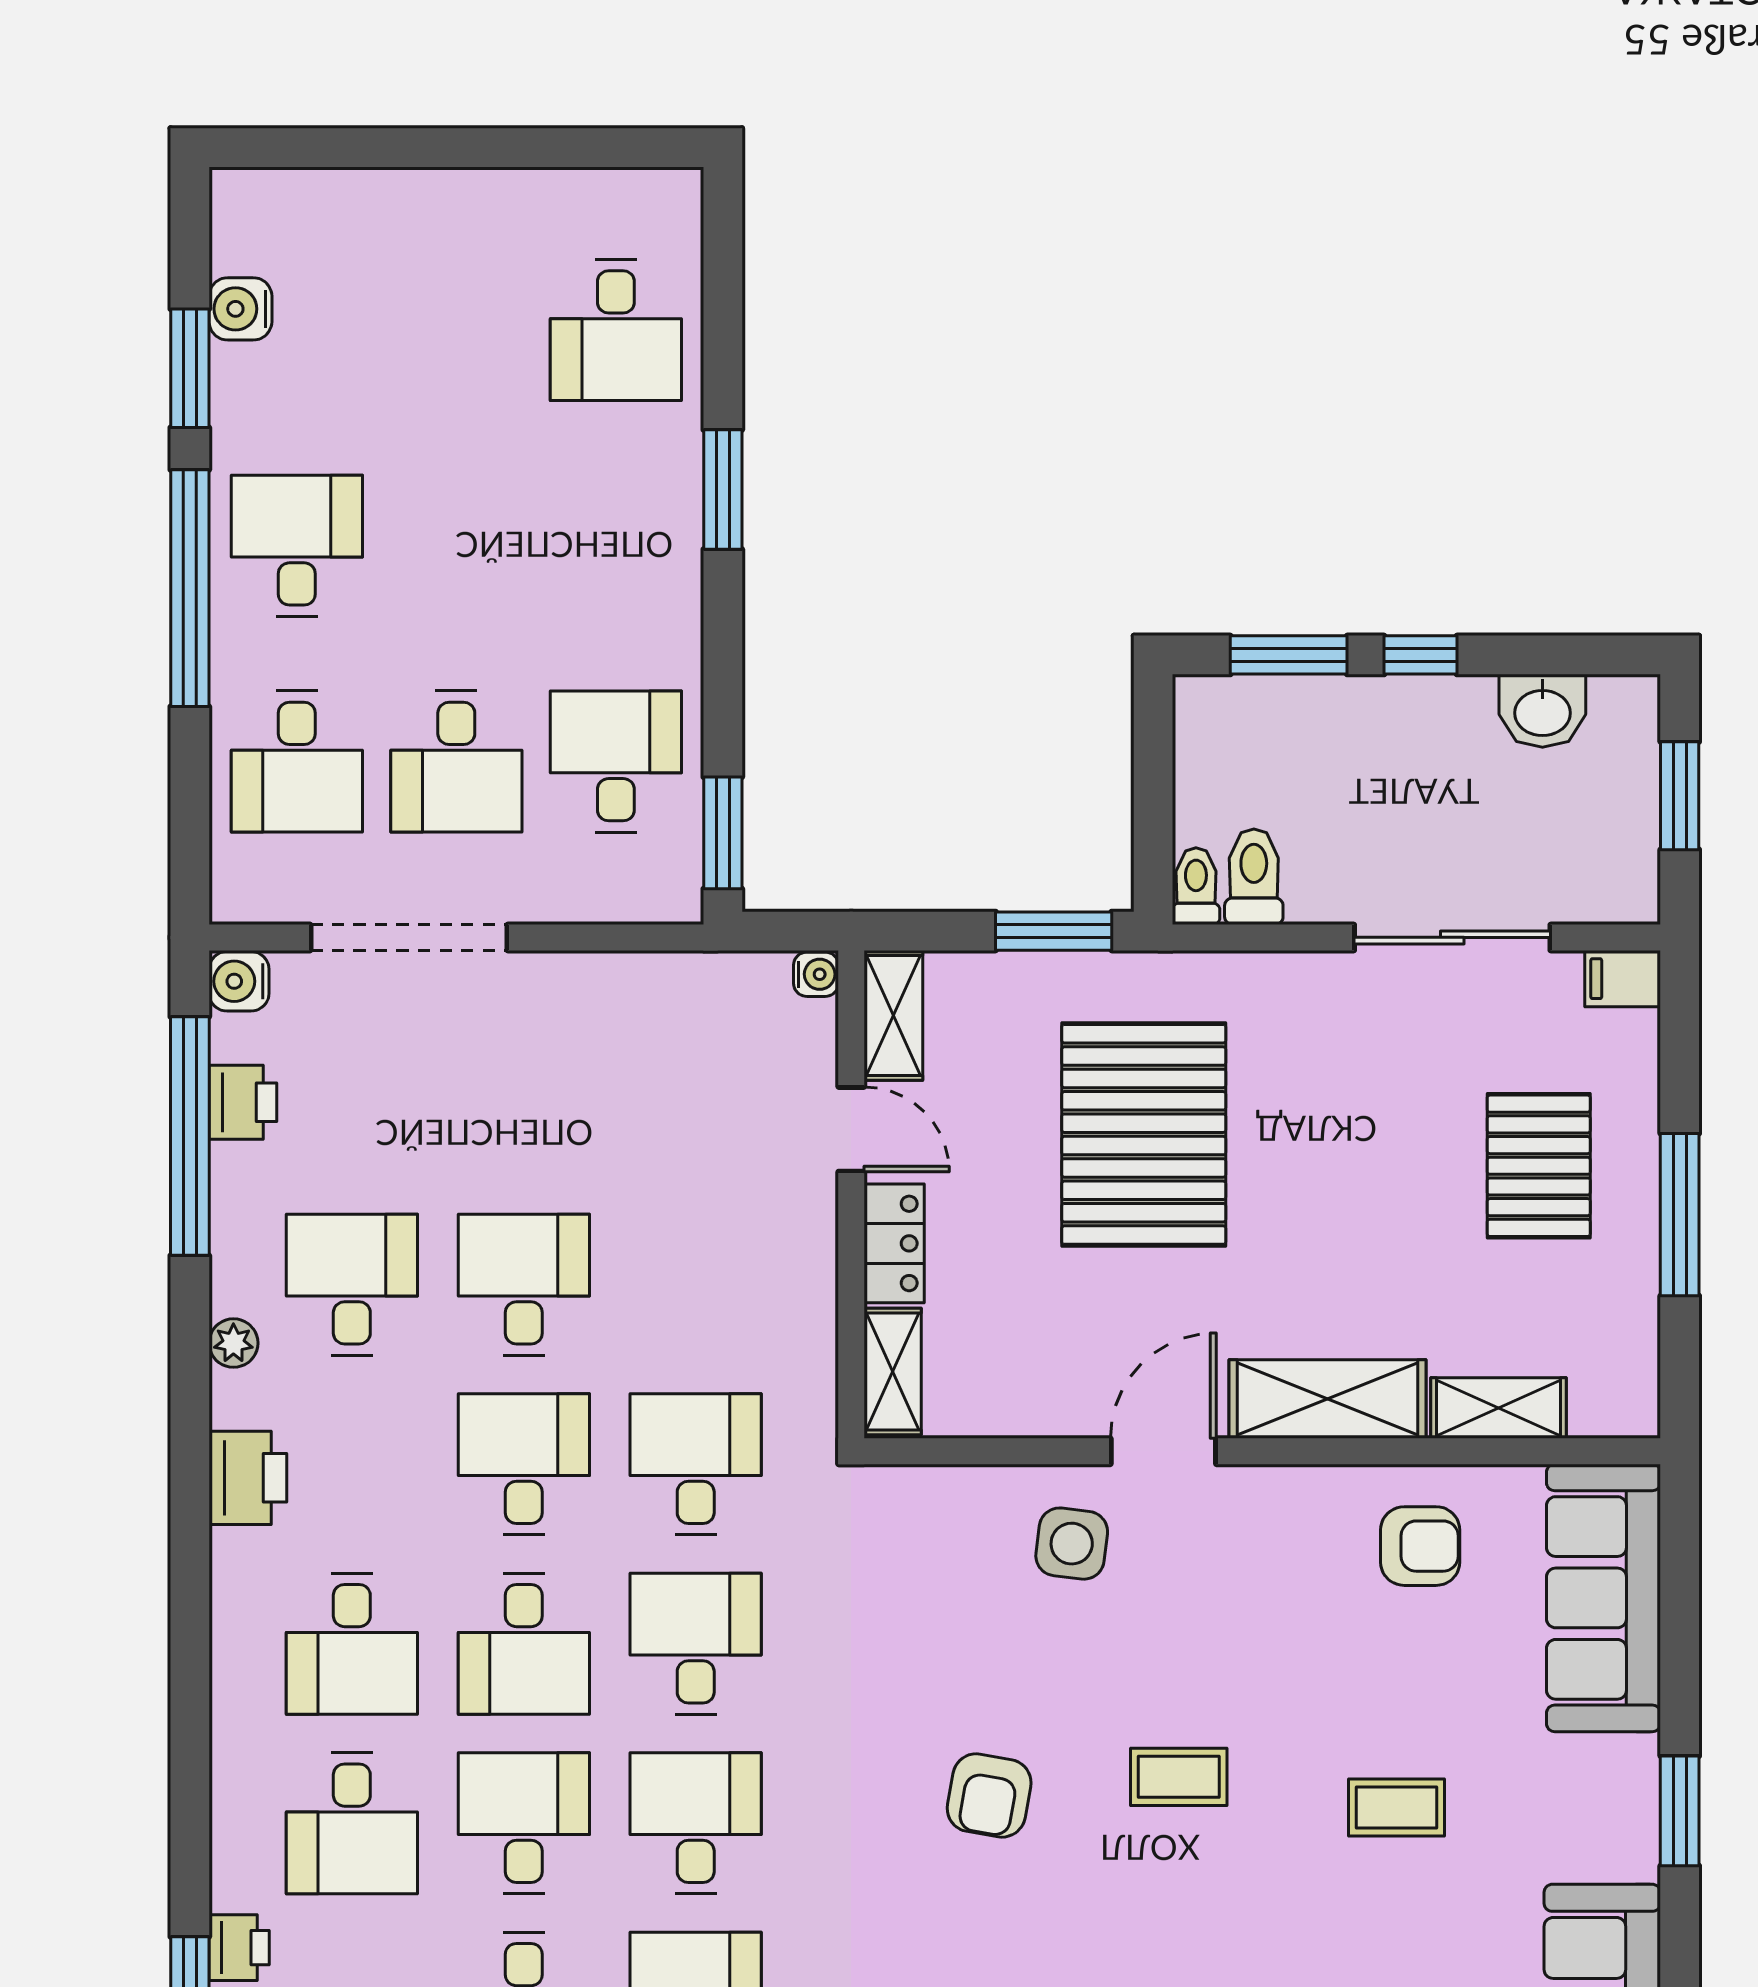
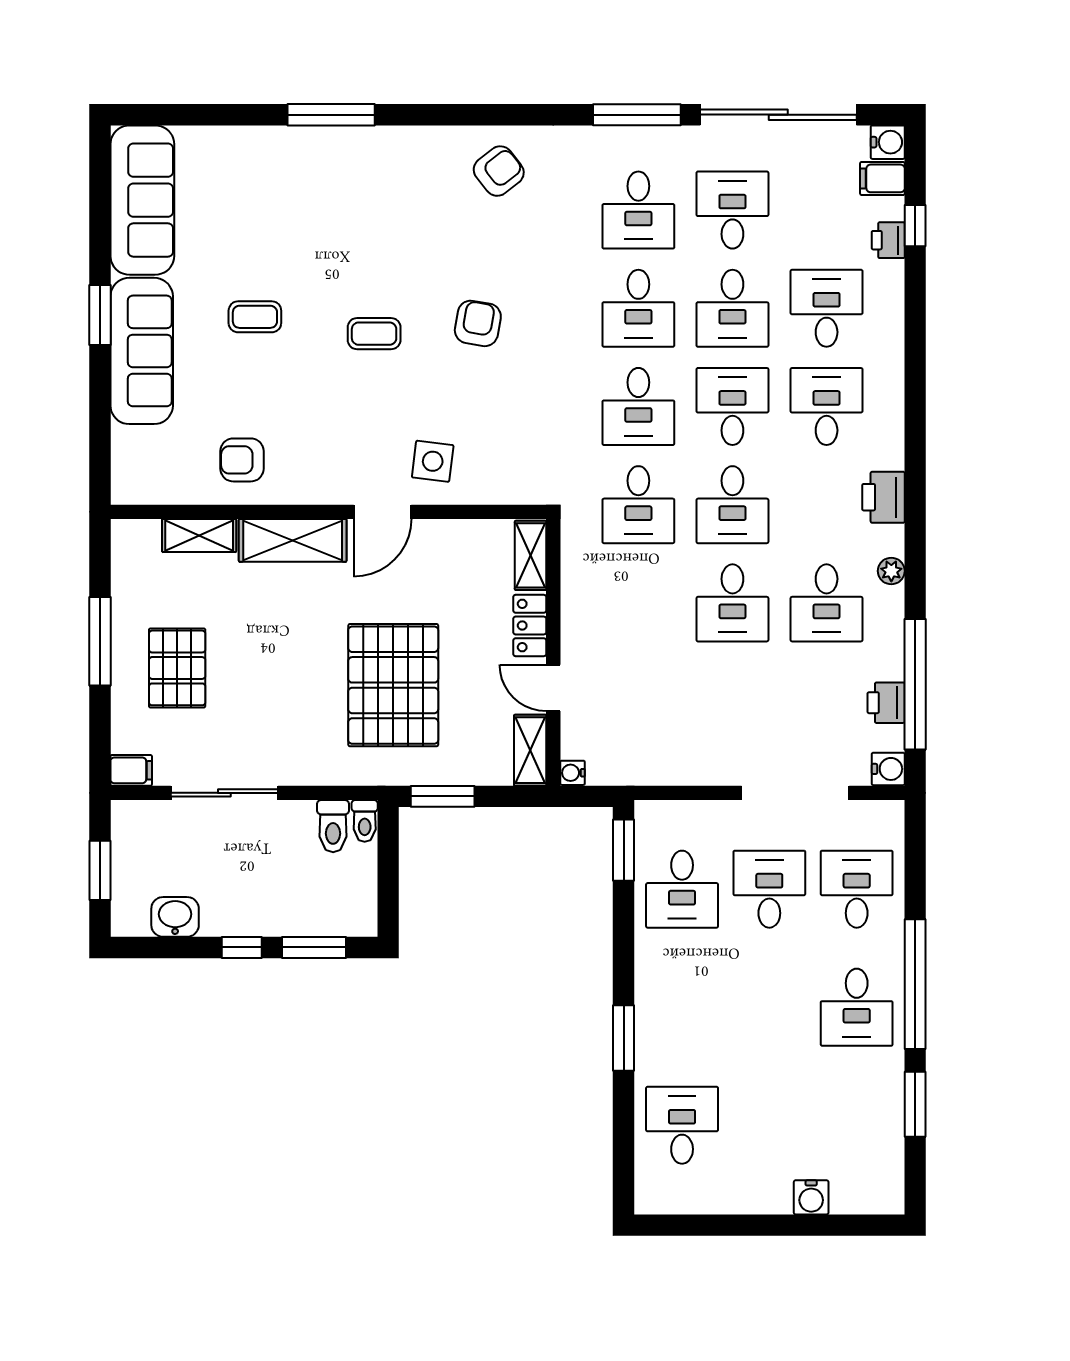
water cooler: (240, 309) -> (811, 1197), moved, turned 90
sofa: (1604, 1598) -> (142, 351), moved

